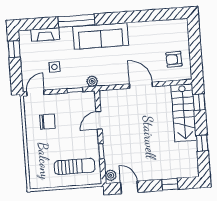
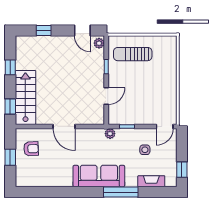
window: (195, 49) -> (10, 157), added
chair: (47, 122) -> (155, 98), removed

